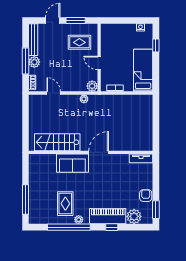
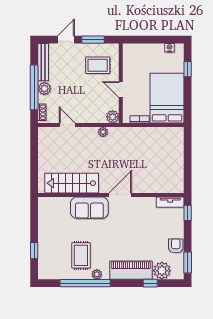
window: (25, 61) -> (34, 87), width x1.46
bed: (143, 70) -> (167, 98), width x1.50
window: (156, 168) -> (188, 213), added
window: (25, 200) -> (34, 251), width x0.46
window: (112, 227) -> (150, 283), moved

